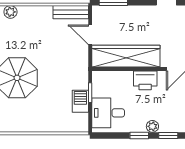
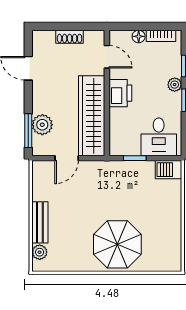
bench: (71, 12) -> (40, 222), moved
plant: (118, 14) -> (42, 125), added
barbecue: (80, 101) -> (169, 170), moved

